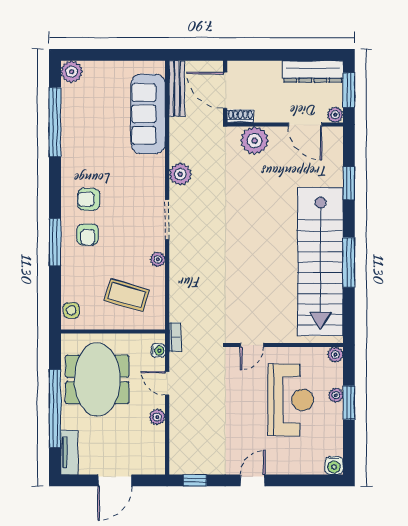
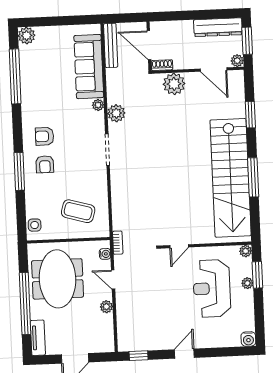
plant: (158, 259) -> (98, 105), moved
reception desk: (291, 400) -> (212, 288), turned 180
window: (349, 403) -> (257, 275), moved

